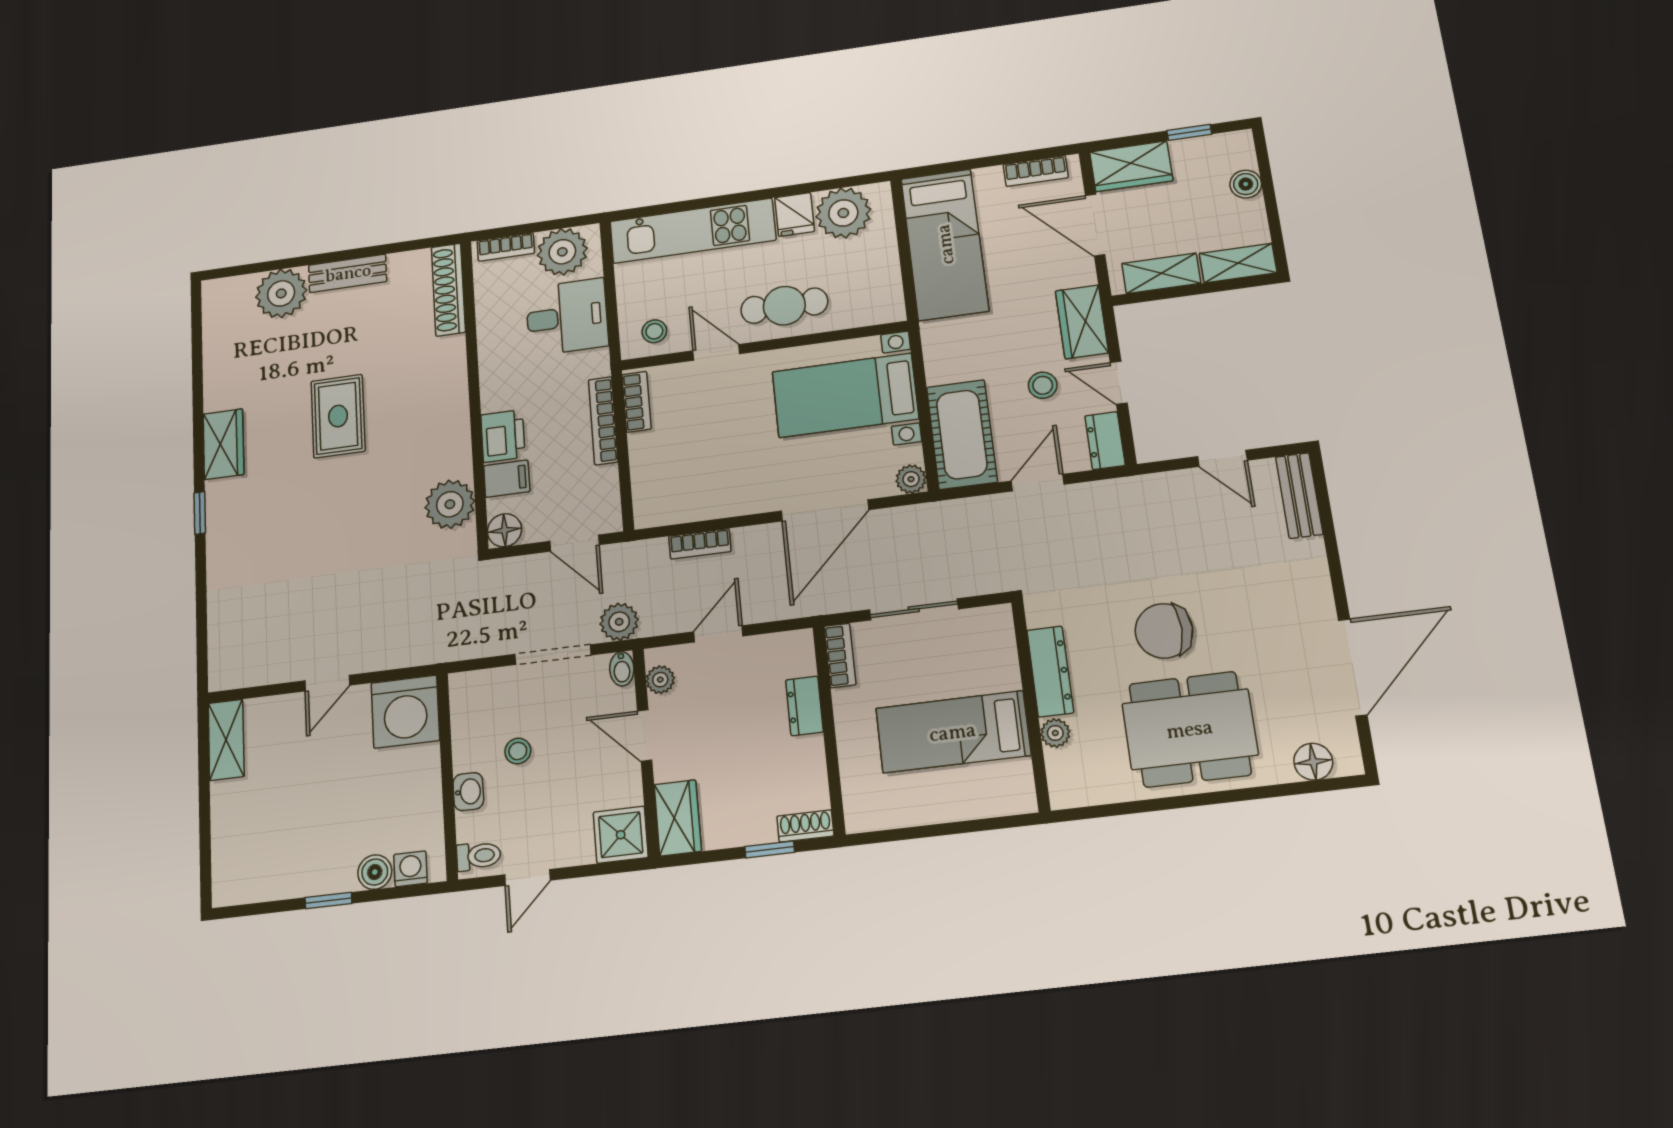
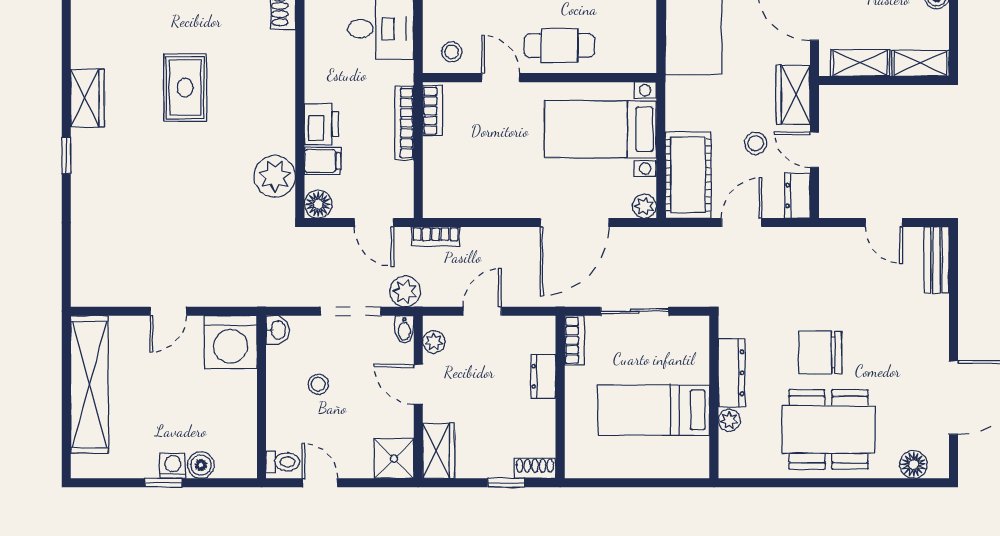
bookcase: (700, 544) -> (436, 237), moved
shelving: (226, 740) -> (89, 384), width x2.20, depth x1.33
washbasin: (468, 792) -> (278, 330), moved
washing machine: (410, 869) -> (173, 466), moved
door: (527, 877) -> (320, 483), swing flipped

